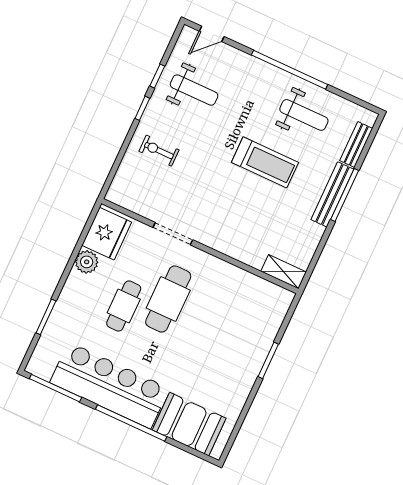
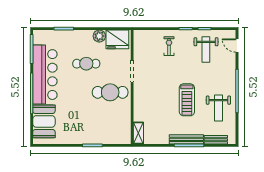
cafe table: (168, 299) -> (110, 92), moved

